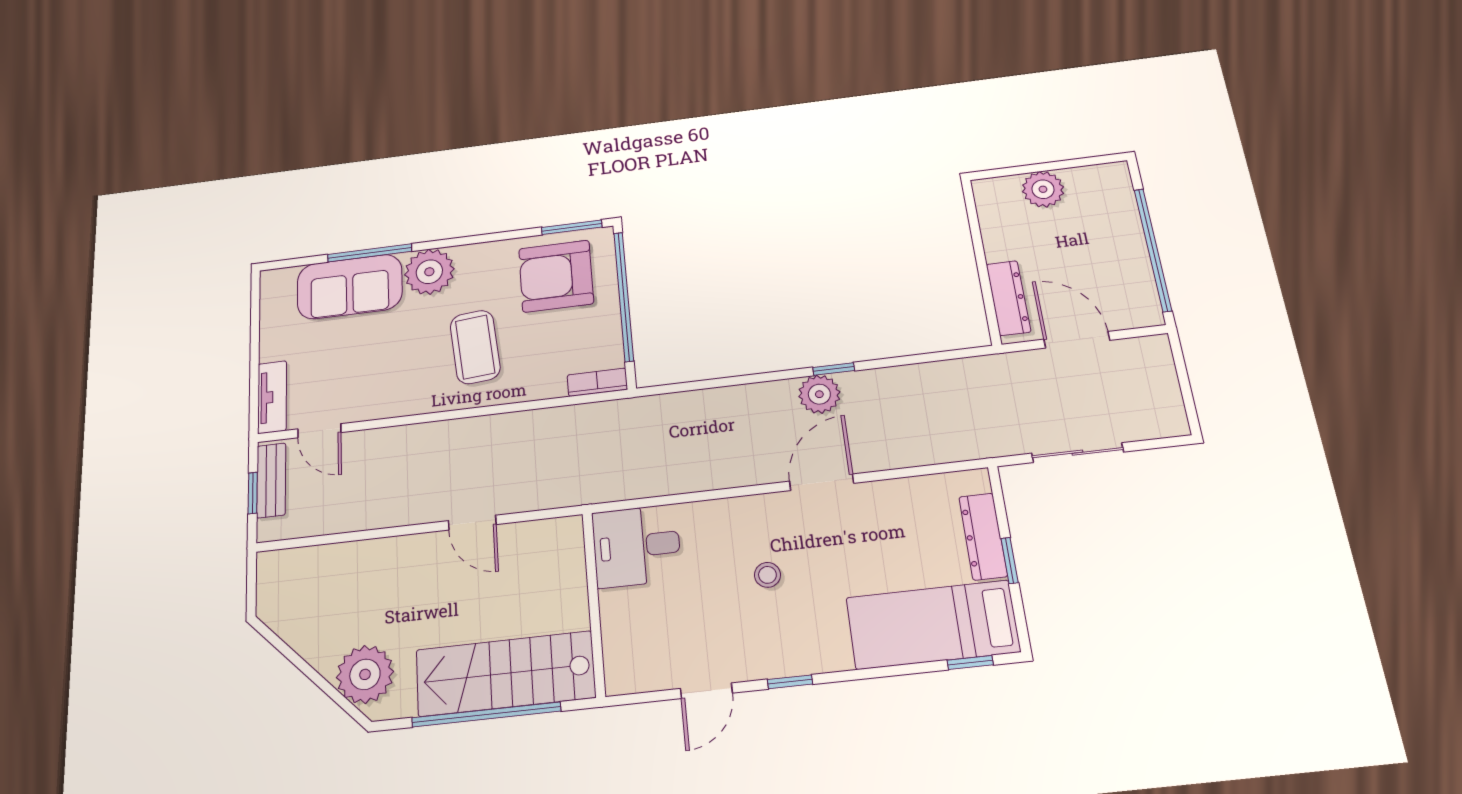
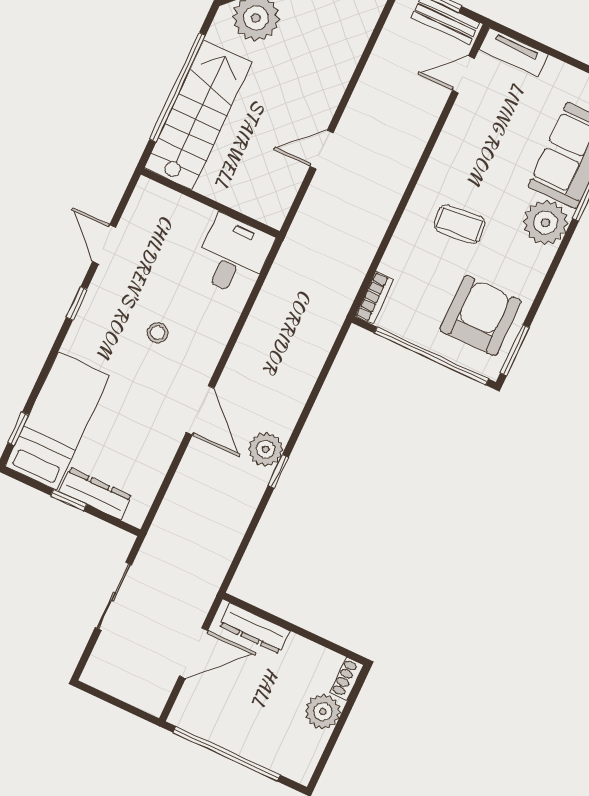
shoe rack: (995, 187) -> (347, 679), added
coffee table: (475, 347) -> (460, 224), width x0.73, depth x0.77

